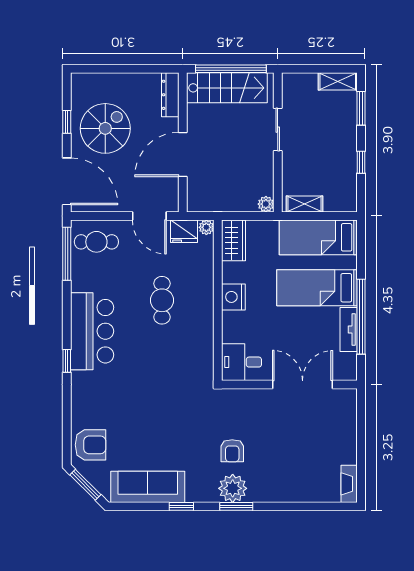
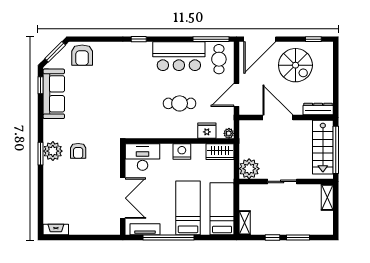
shelving: (338, 81) -> (327, 197), moved
window: (361, 108) -> (298, 238), moved
window: (67, 122) -> (313, 39), moved
sliding door: (278, 130) -> (282, 181), moved
plant: (266, 204) -> (249, 169), width x1.88, depth x1.88
shelving: (305, 204) -> (245, 223), moved
fridge: (184, 231) -> (207, 131), moved, turned 90
tv unit: (349, 329) -> (145, 229), moved
bar counter: (92, 331) -> (179, 56), moved
desk: (242, 362) -> (143, 157), width x1.37
armchair: (232, 451) -> (78, 151), turned -90
window: (181, 506) -> (41, 85), moved

